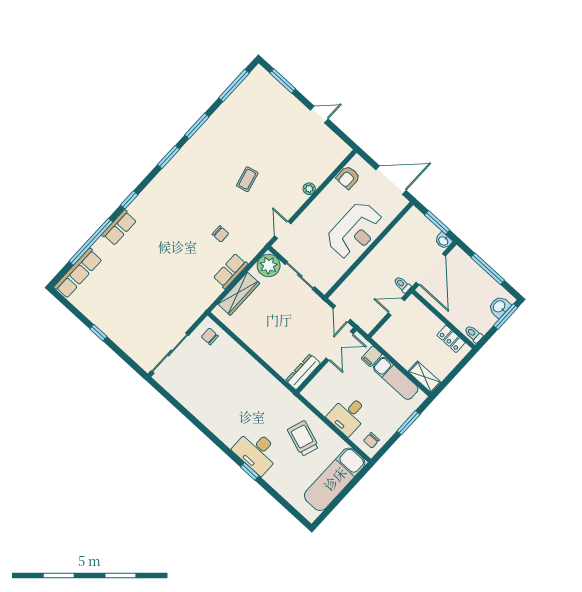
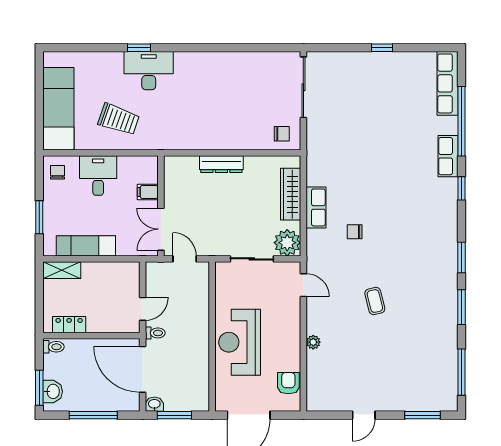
filing cabinet: (372, 356) -> (148, 192), moved, turned -90
dresser: (303, 372) -> (221, 164), moved, turned 90

